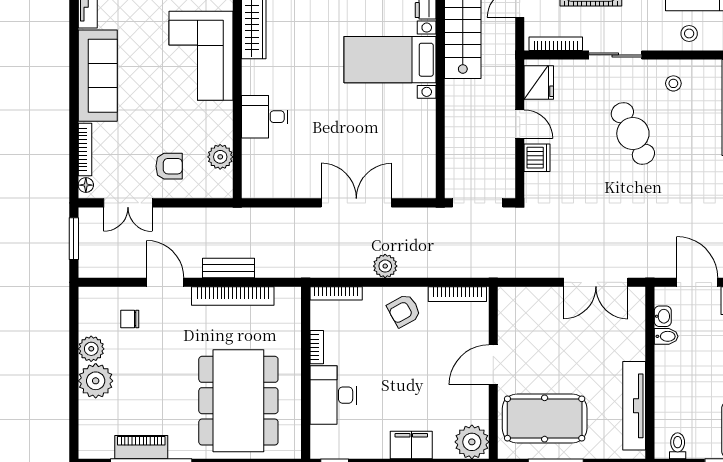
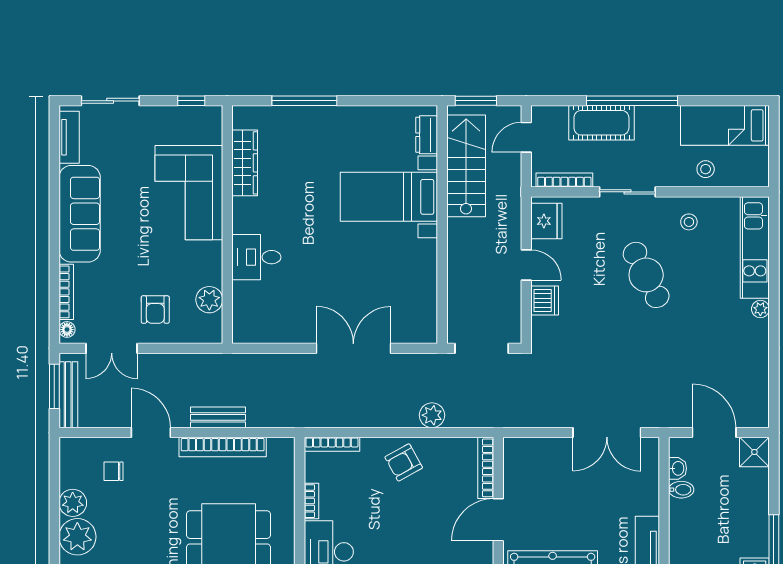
armchair: (169, 166) -> (155, 310), turned 90
bench: (87, 247) -> (68, 395), added
plant: (385, 266) -> (432, 415), moved
bookcase: (457, 294) -> (486, 468), moved, turned 90

